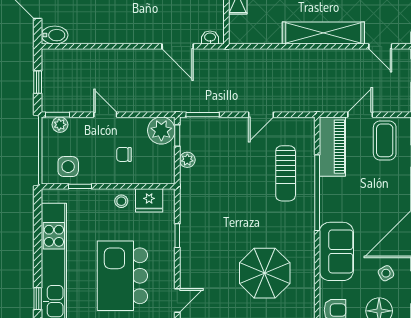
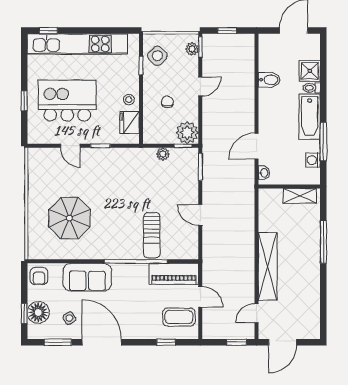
bidet: (55, 35) -> (269, 80), moved, turned -90
side table: (68, 167) -> (157, 56), turned 45
sun lounger: (286, 173) -> (152, 235), turned -90
door: (177, 300) -> (70, 146), moved

